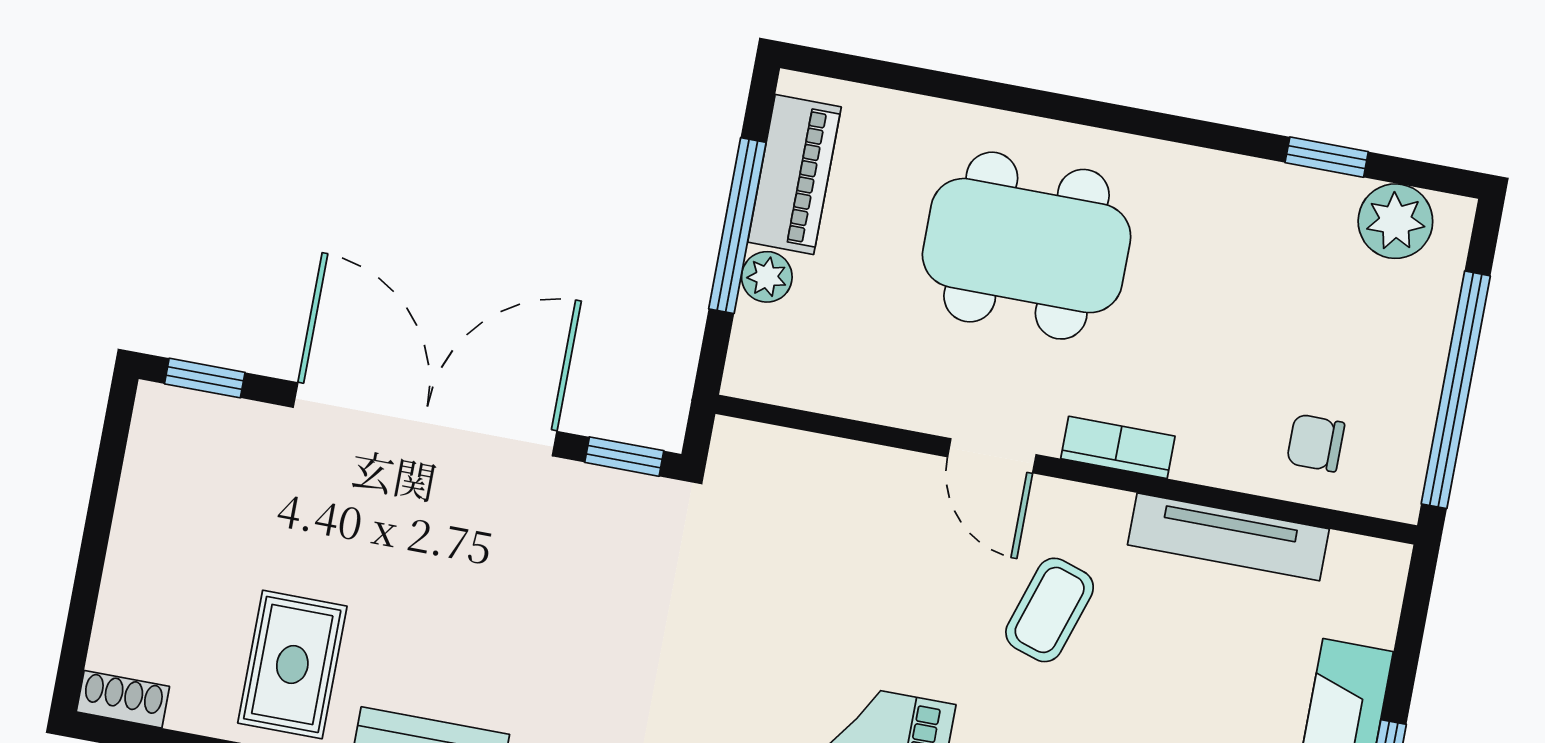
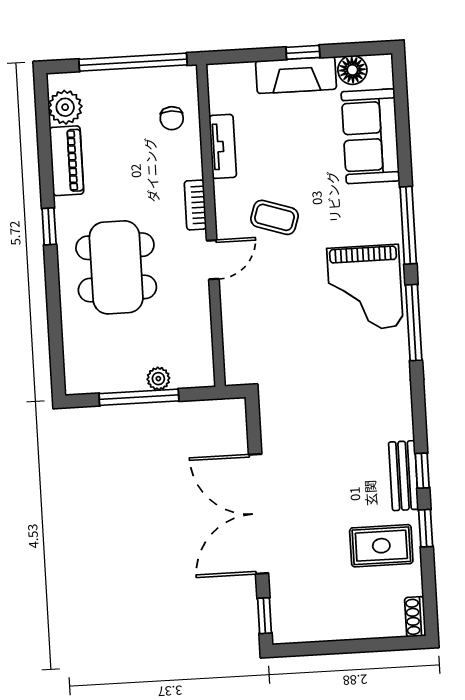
window: (1327, 157) -> (49, 226), moved
piano: (794, 174) -> (67, 161), moved, turned 90
window: (624, 457) -> (253, 422), removed
tv unit: (1228, 537) -> (223, 146), width x0.71

